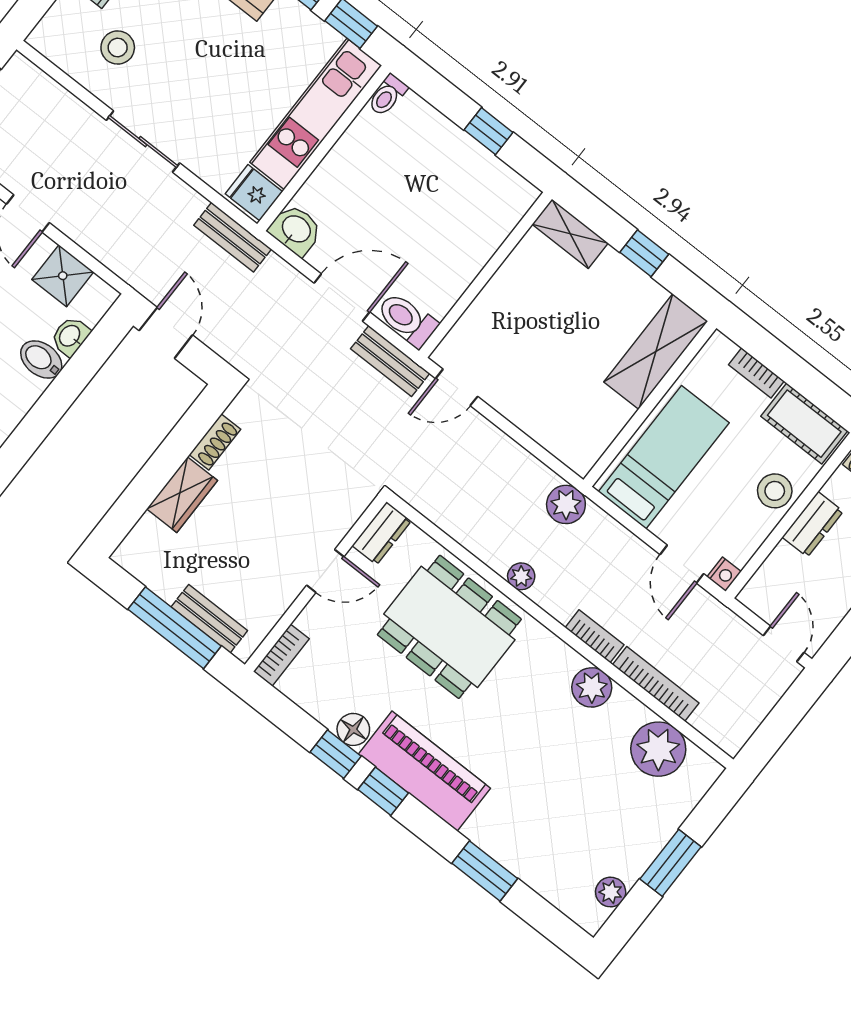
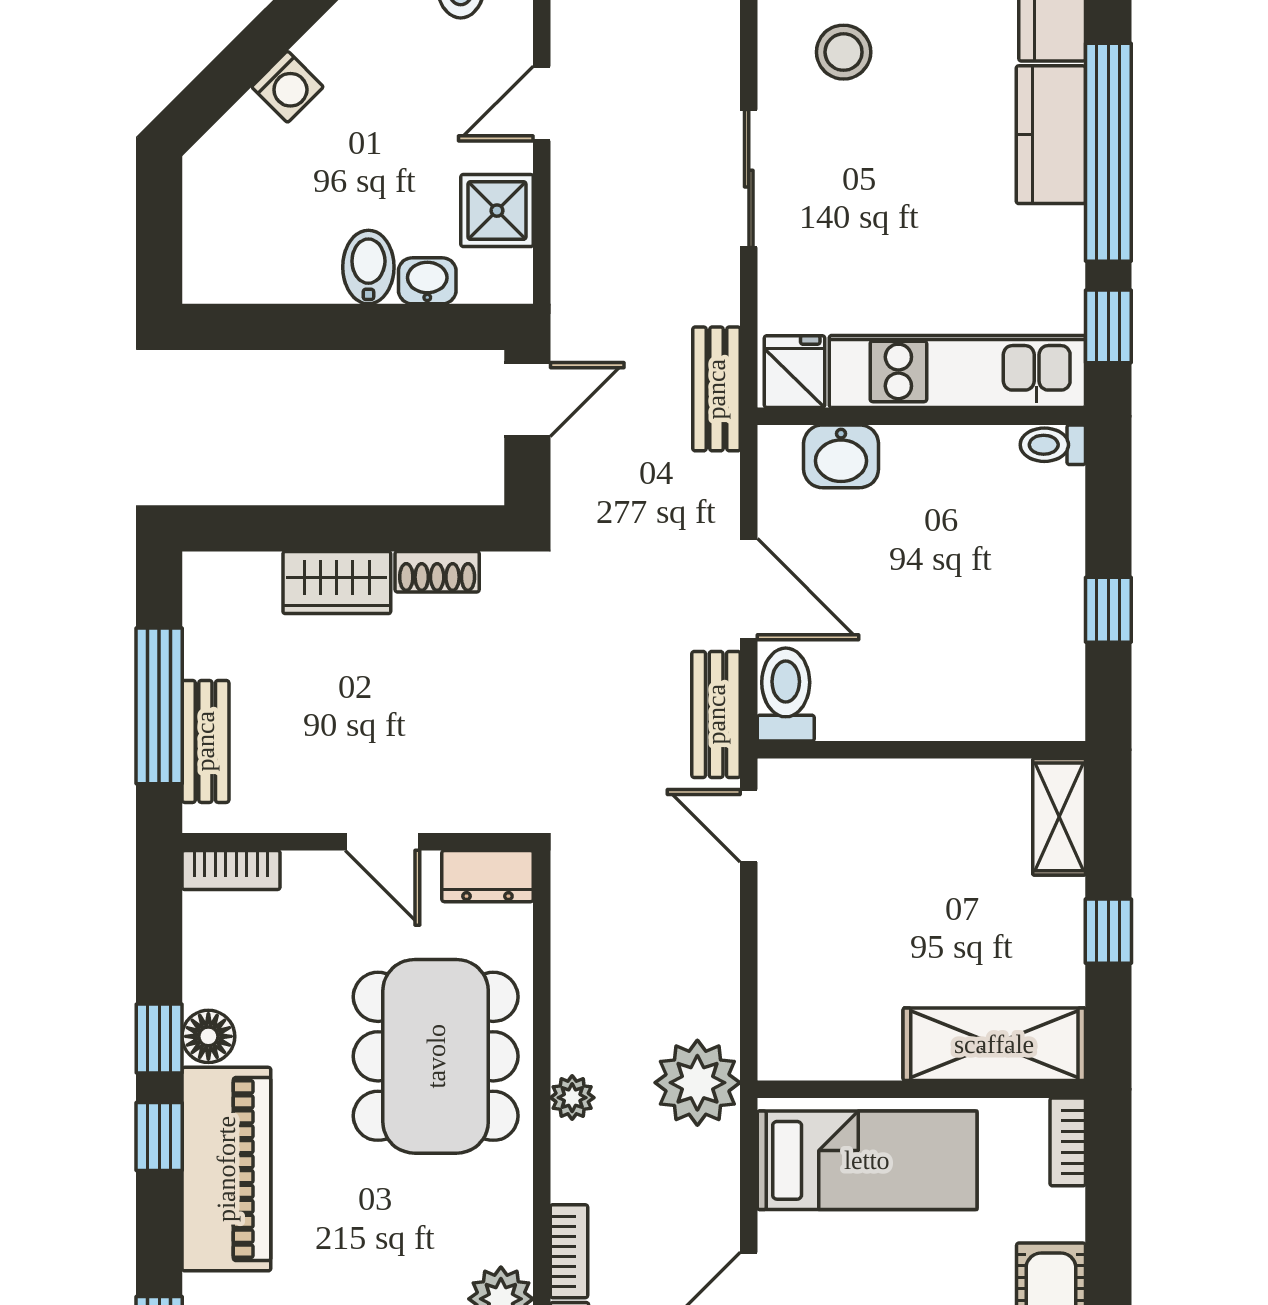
washbasin: (296, 230) -> (841, 456), moved, turned 90
bookcase: (756, 373) -> (1068, 1142), moved
plant: (566, 504) -> (697, 1083), width x1.36, depth x1.36

